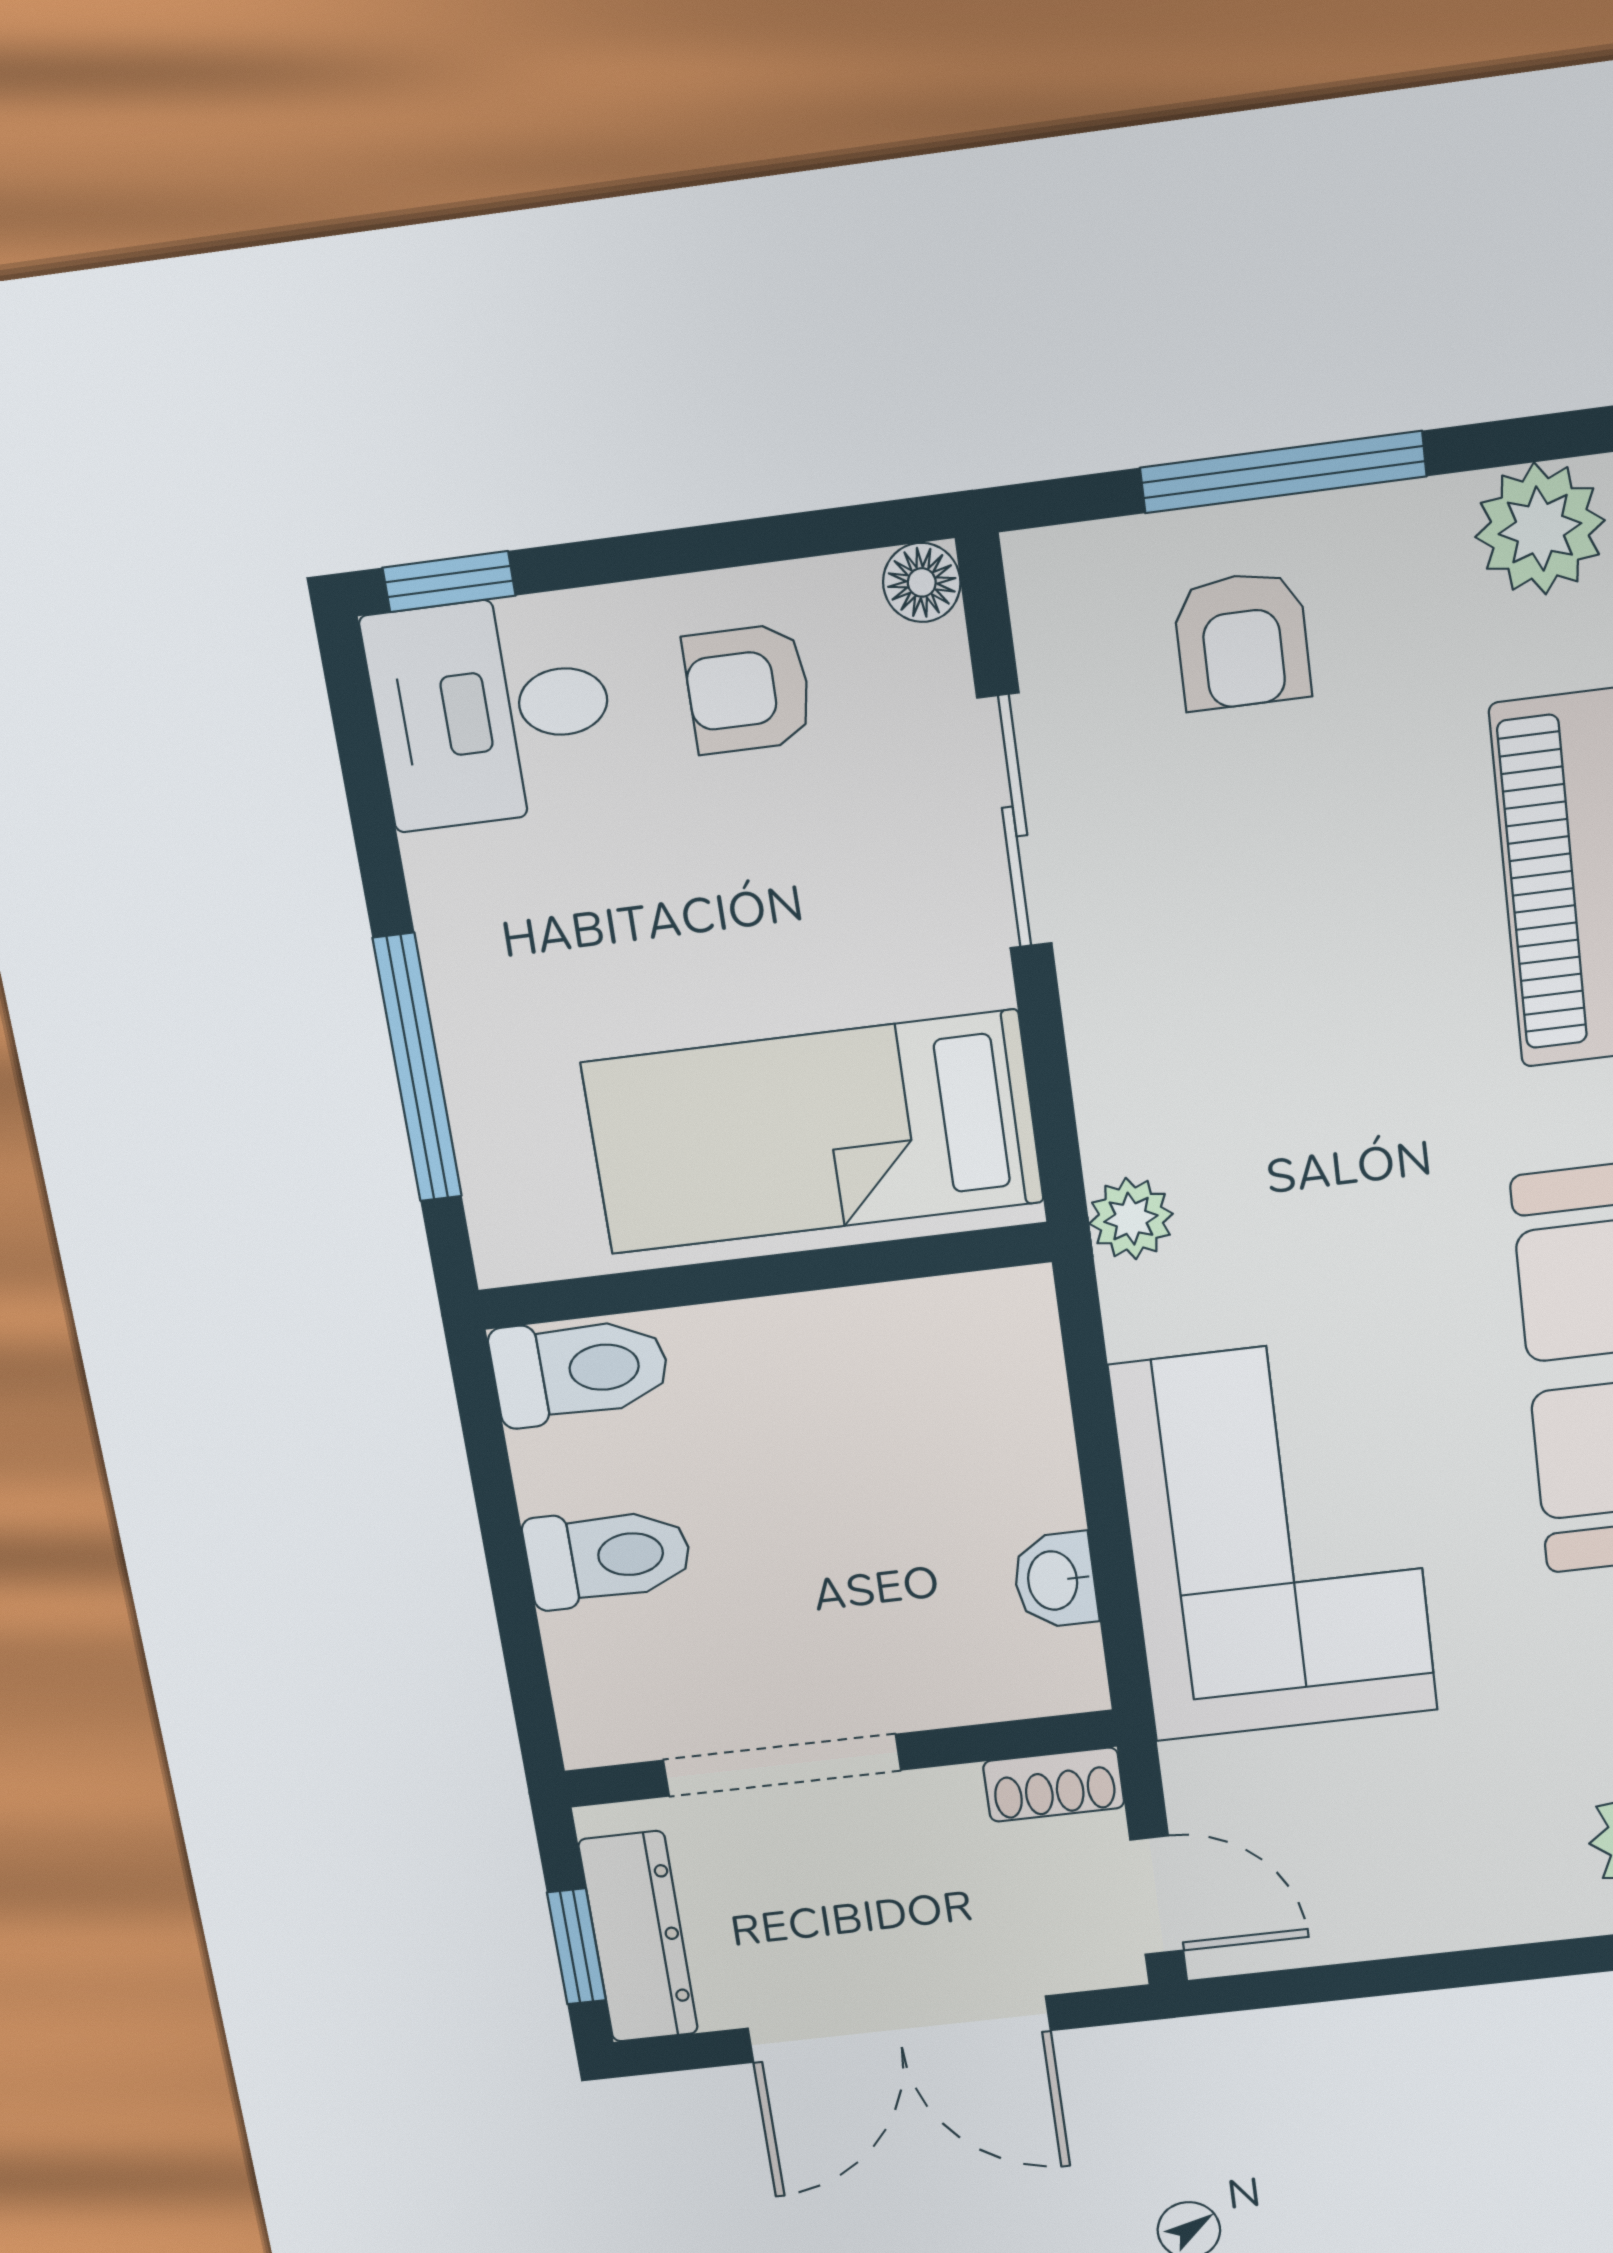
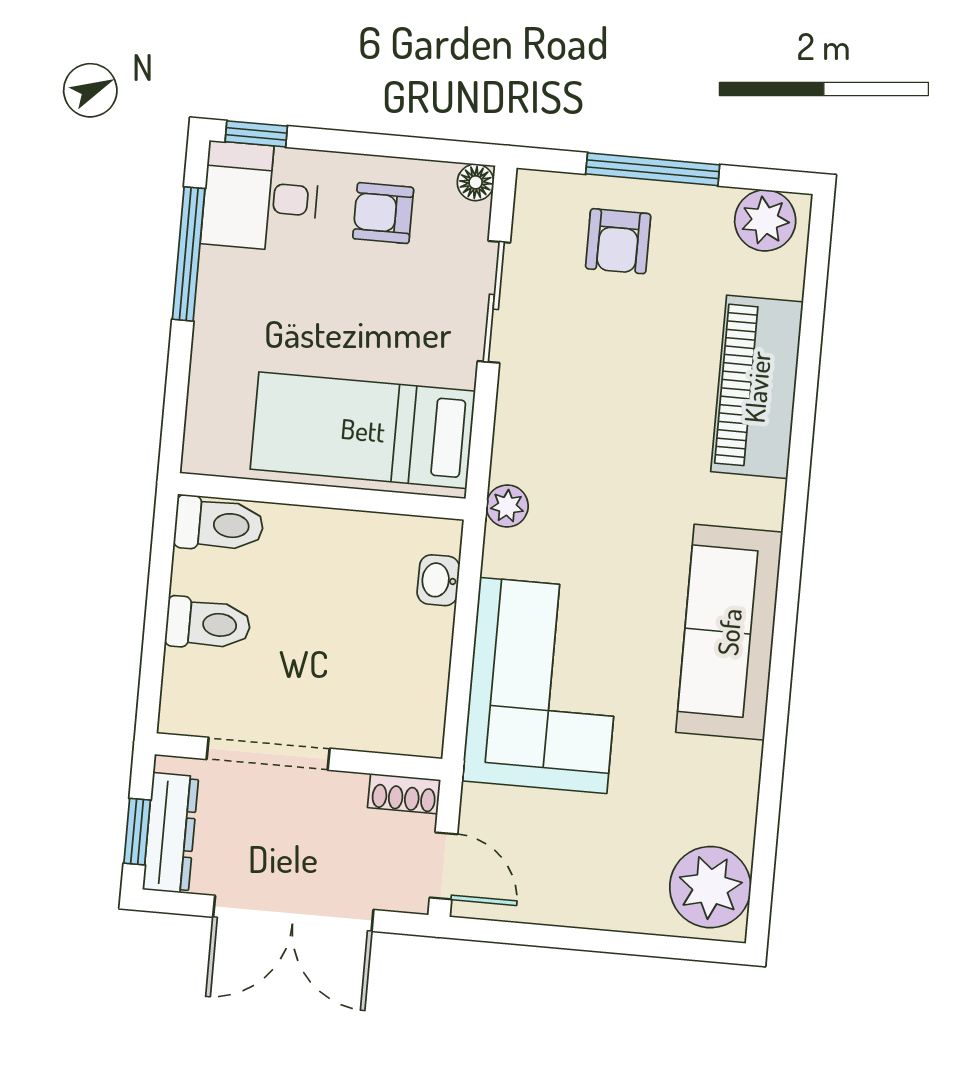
window: (417, 1068) -> (189, 254), moved
washbasin: (1055, 1580) -> (438, 580), moved

